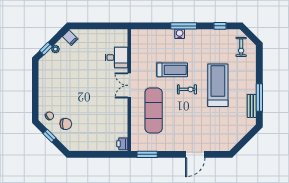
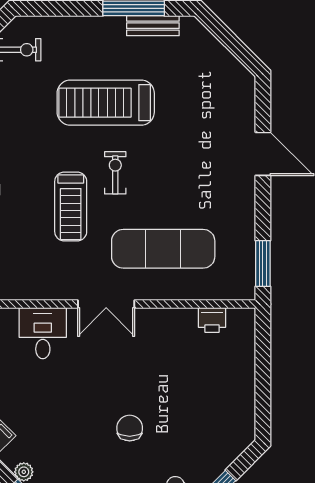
treadmill: (172, 70) -> (71, 207), turned 180
chair: (66, 124) -> (130, 428), moved
printer: (122, 144) -> (212, 320), moved

